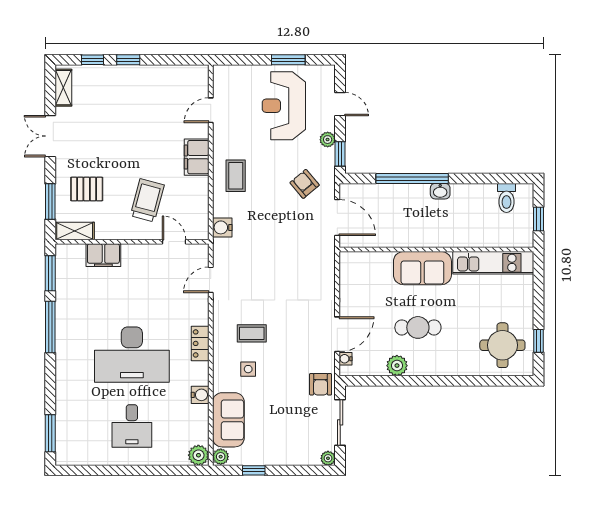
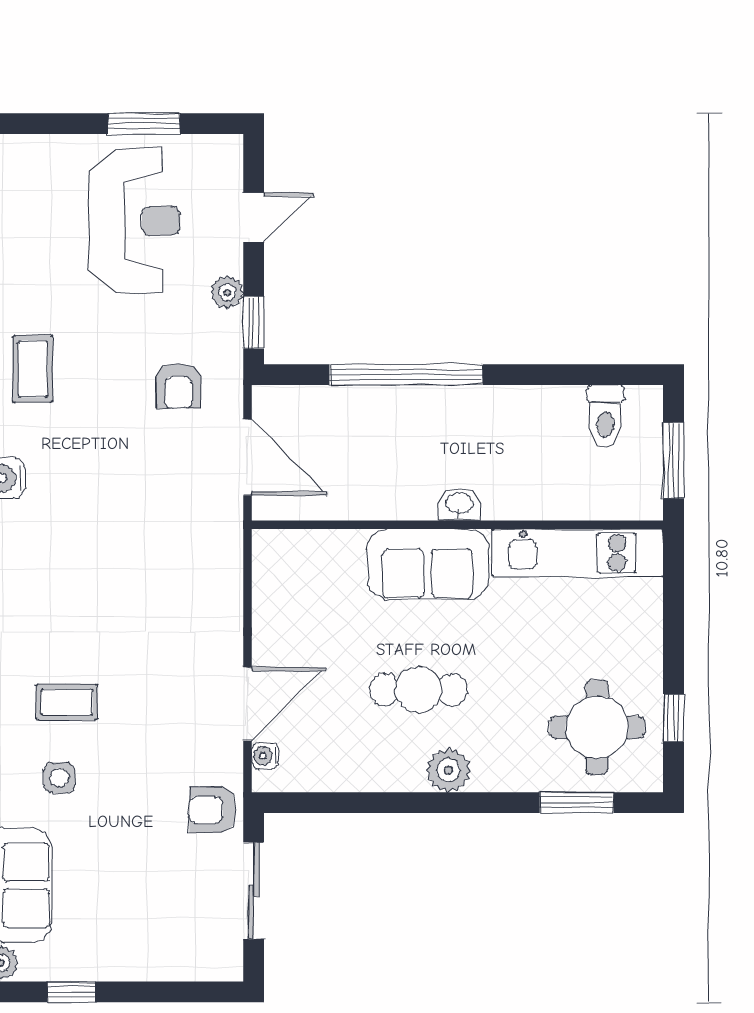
door: (340, 104) -> (254, 217), hinge flipped
reception desk: (284, 106) -> (135, 221), turned 180
armchair: (305, 184) -> (178, 386), turned -140
washbasin: (440, 191) -> (459, 504), moved, turned 180
window: (539, 219) -> (673, 460), width x1.50
plant: (397, 366) -> (448, 770), moved
window: (493, 381) -> (577, 803), added
armchair: (321, 384) -> (212, 810), turned 90
plant: (328, 458) -> (228, 966), removed

